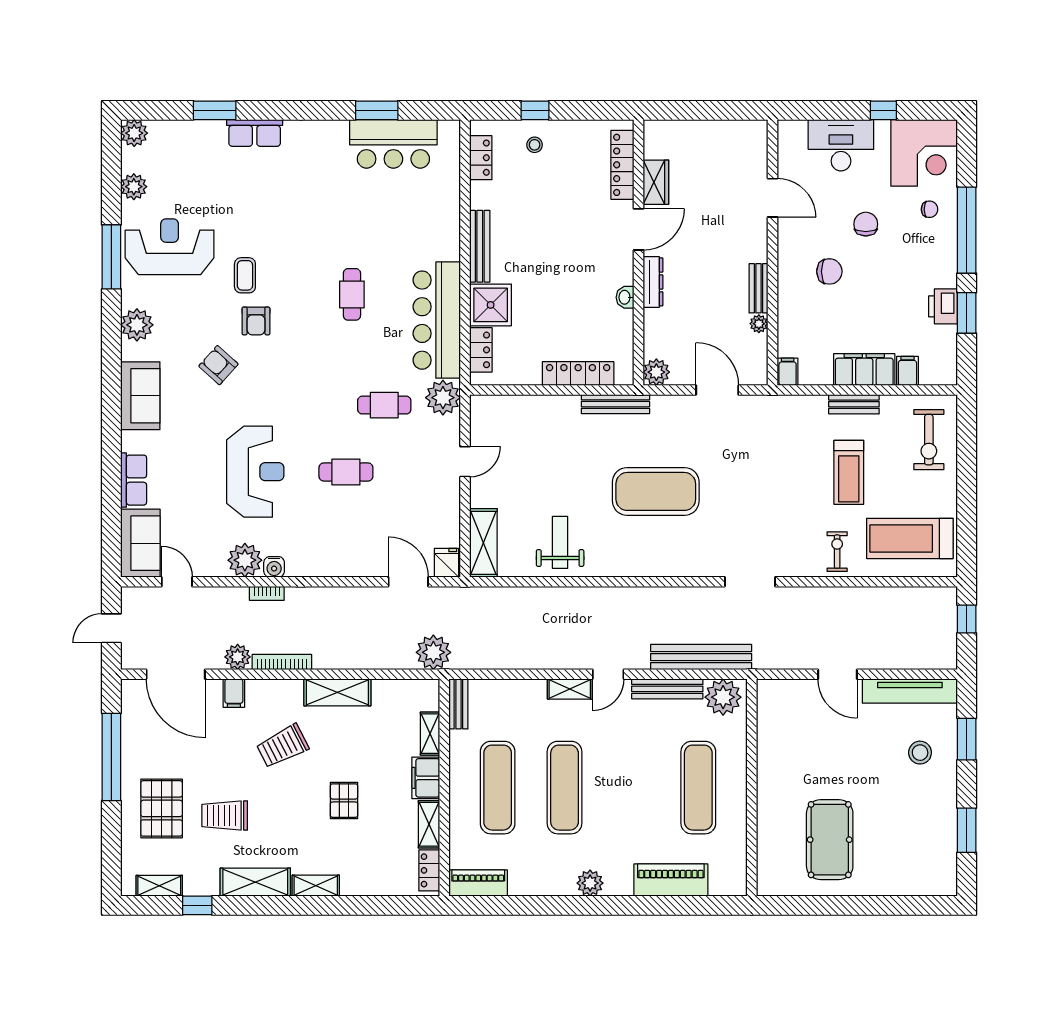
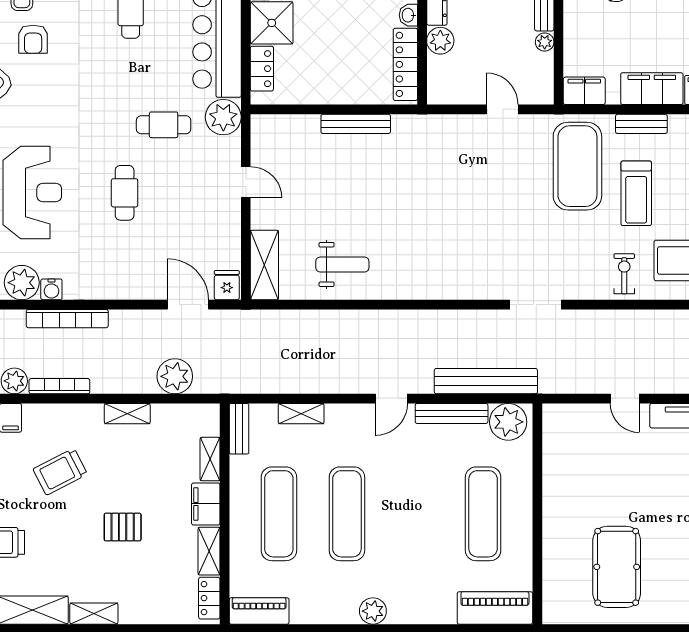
plant: (656, 372) -> (440, 41), moved
filing cabinet: (788, 372) -> (584, 91), width x2.00
locker: (578, 374) -> (405, 64), moved, turned -90
door: (717, 390) -> (502, 109), width x0.73
bench: (615, 404) -> (356, 124), moved
door: (465, 462) -> (246, 182), hinge flipped
cafe table: (346, 472) -> (125, 193), turned 90
exercise mat: (656, 491) -> (577, 166), moved, turned 90
weight bench: (560, 542) -> (342, 264), turned 90
bookcase: (267, 593) -> (67, 319), width x2.31, depth x1.31
plant: (433, 652) -> (175, 376), moved
door: (838, 674) -> (625, 399), width x0.73
shelving: (570, 689) -> (301, 414), moved
shelving: (337, 692) -> (127, 414), width x0.67, depth x0.75
pallet: (344, 801) -> (123, 527), turned 90
piano: (671, 880) -> (495, 608), moved

